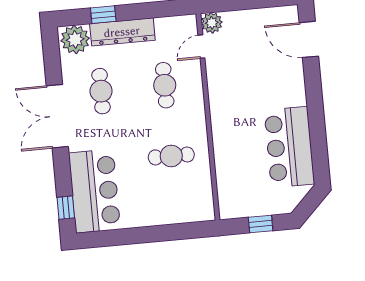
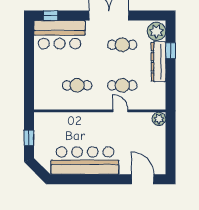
door: (309, 39) -> (143, 179), hinge flipped
door: (201, 47) -> (120, 111), moved
bar counter: (289, 147) -> (85, 160), width x1.36
cafe table: (171, 156) -> (77, 85), turned 90

